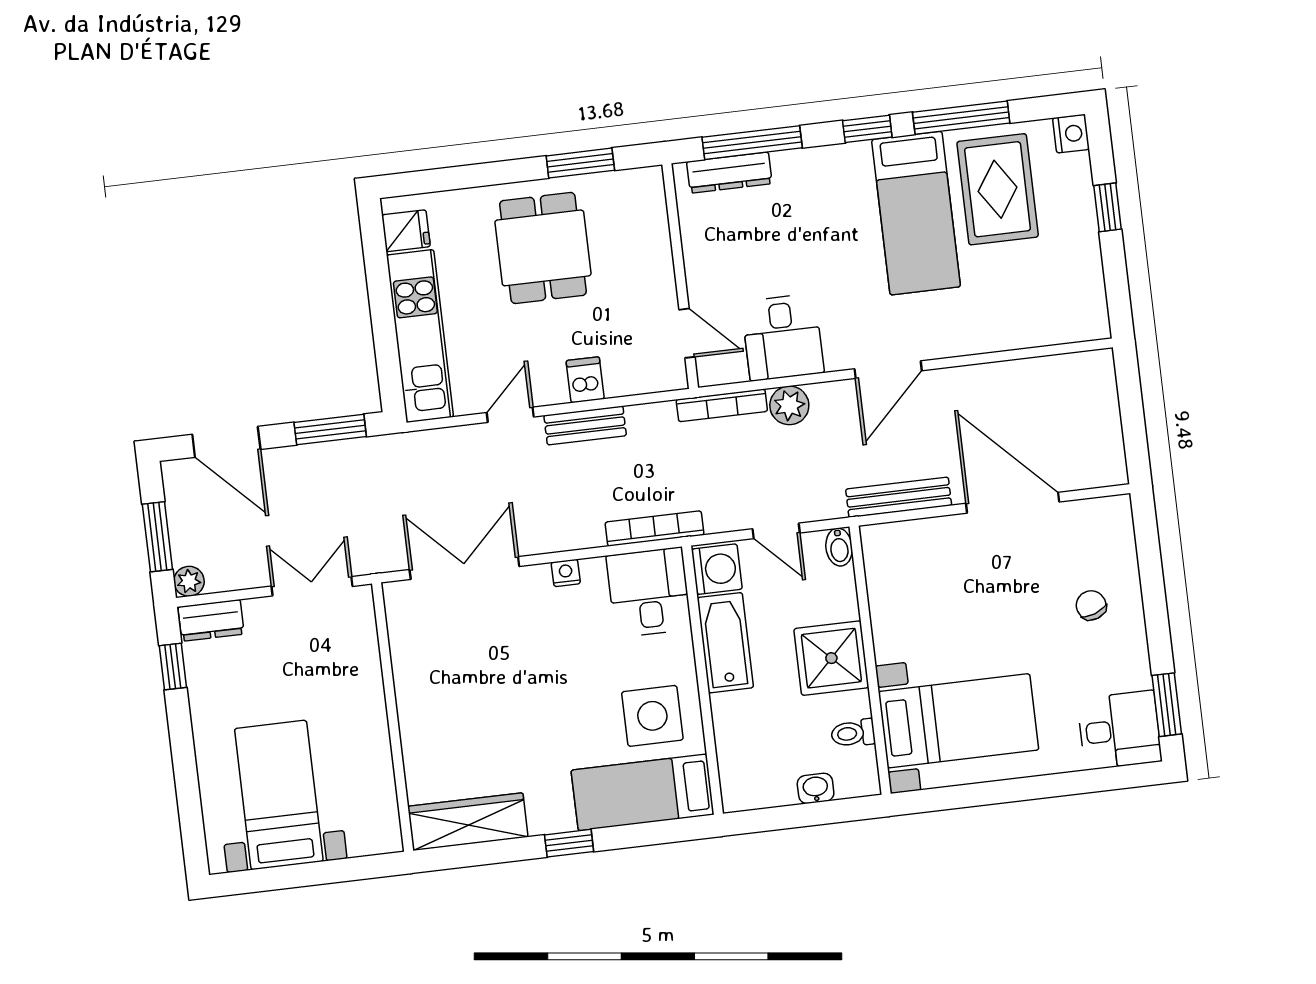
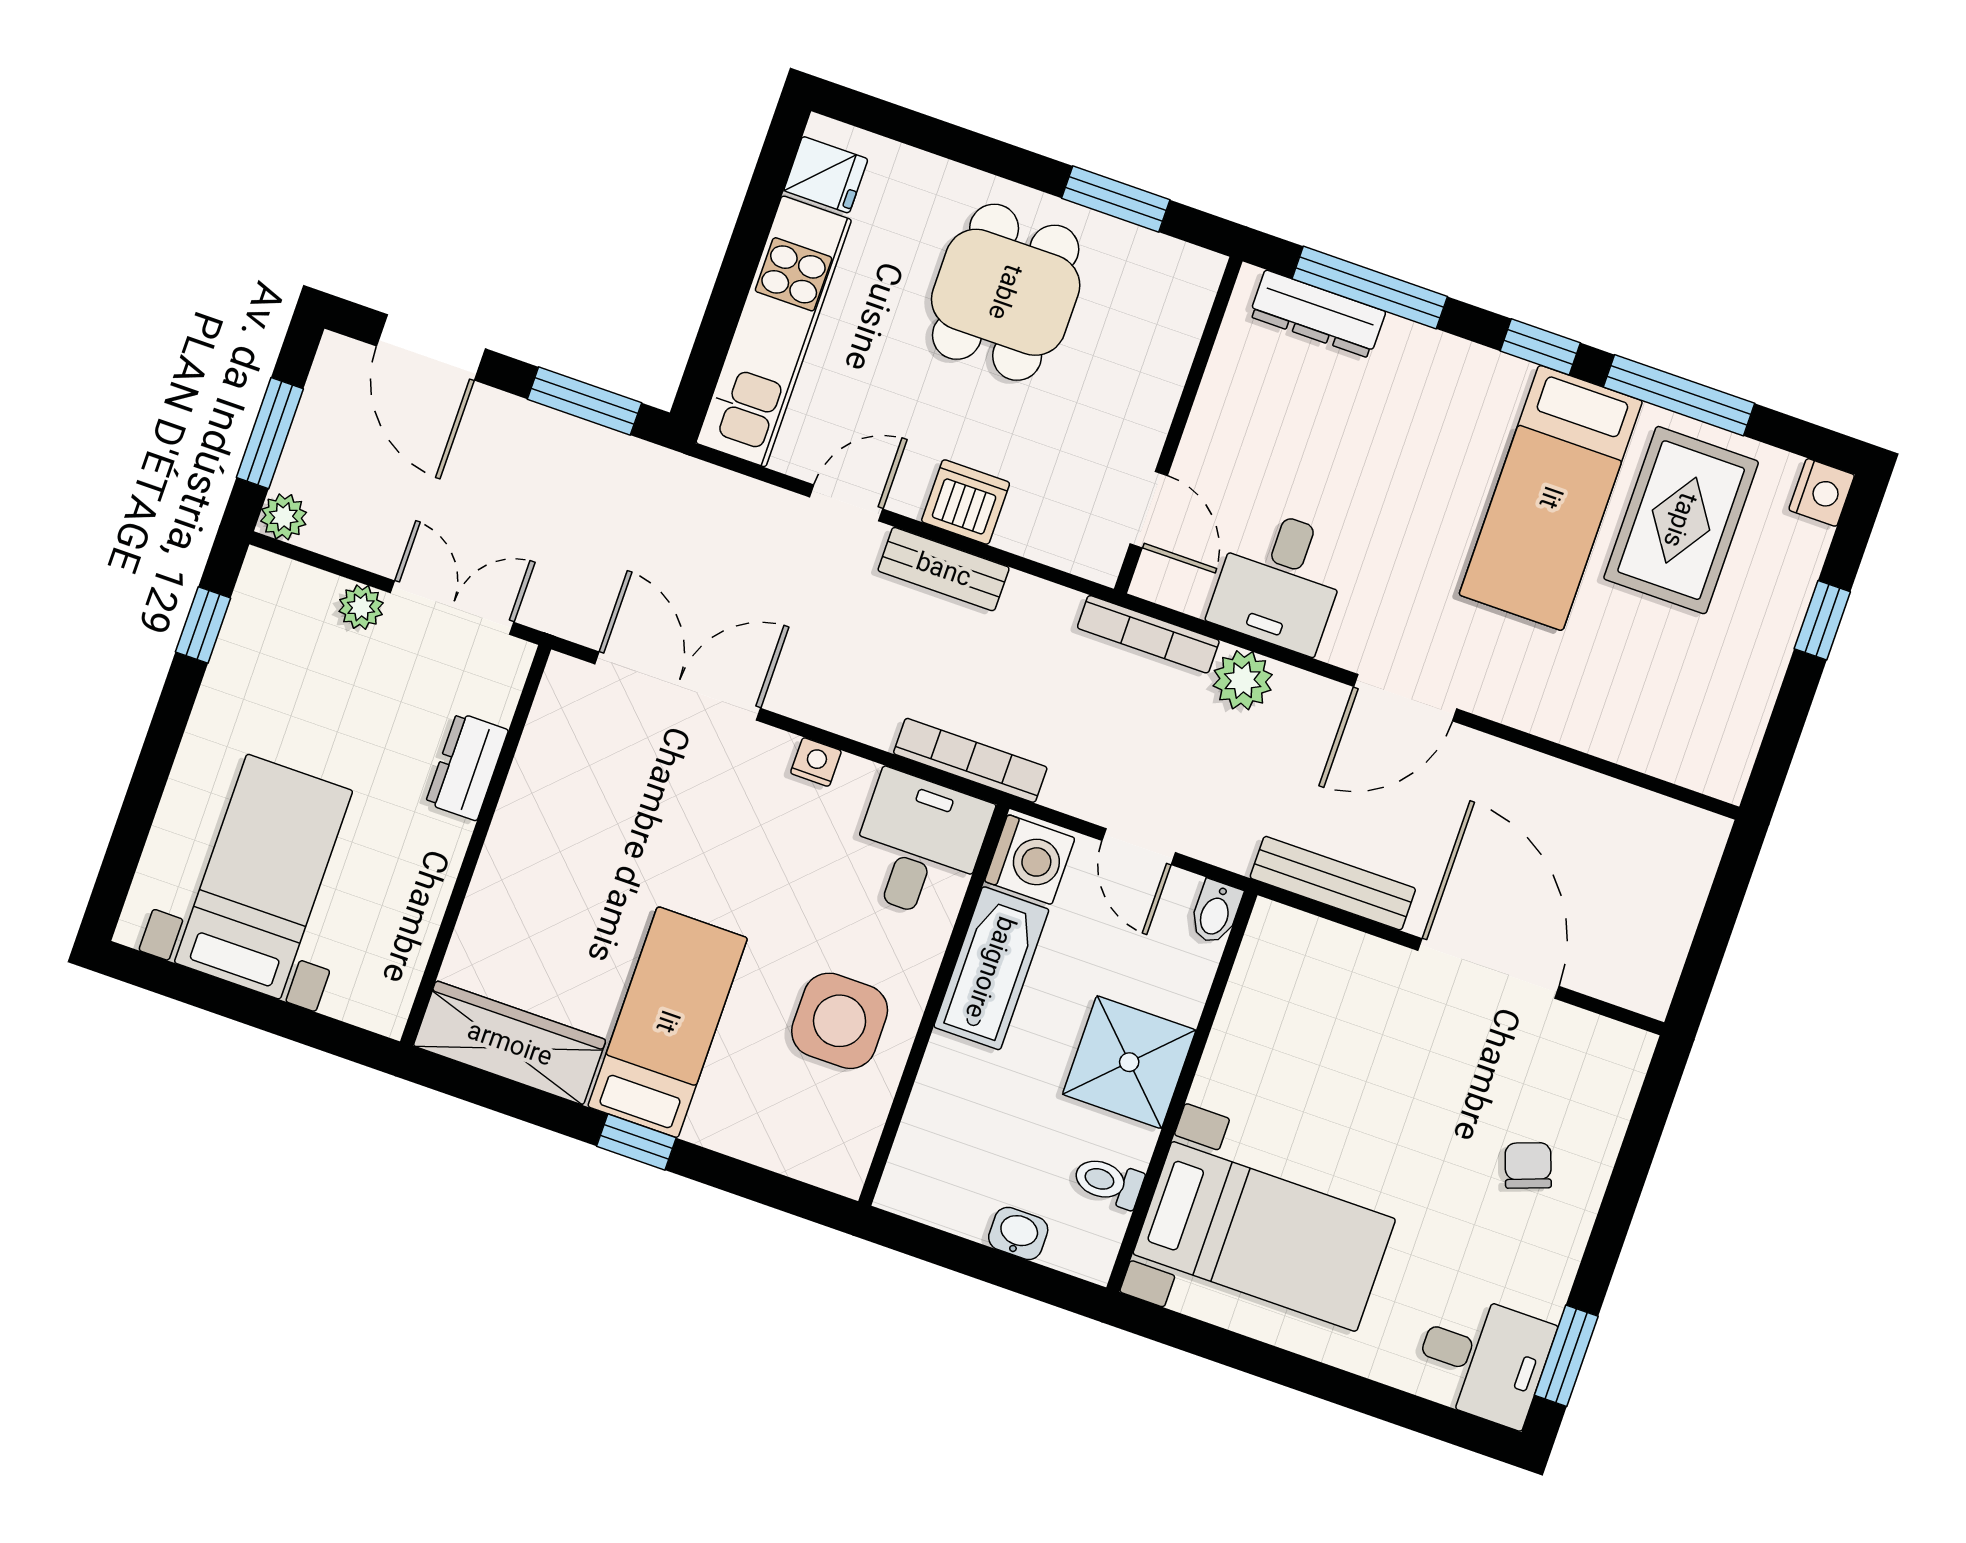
dishwasher: (585, 380) -> (966, 502), width x1.38
plant: (259, 612) -> (361, 607), added
dresser: (211, 620) -> (467, 767), moved, turned 90
bed: (643, 792) -> (668, 1022), moved, turned 90

